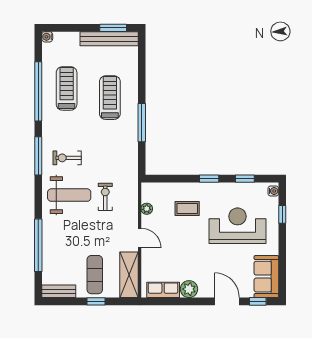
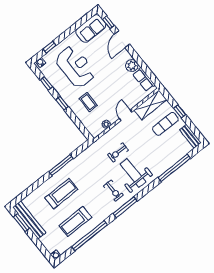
treadmill: (110, 98) -> (61, 194), turned 180
reception desk: (238, 226) -> (75, 67), turned 180

